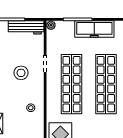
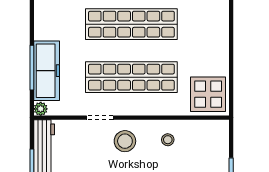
freezer: (94, 29) -> (47, 71), moved
stool: (21, 73) -> (125, 141), moved

